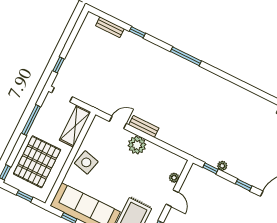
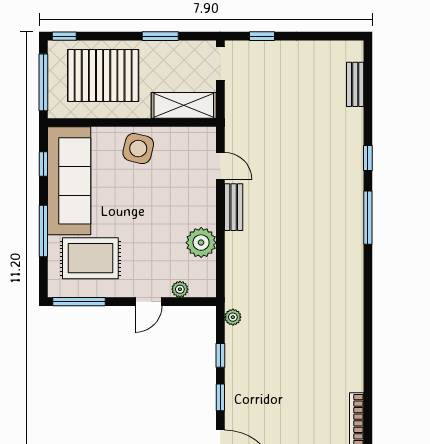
window: (137, 32) -> (368, 158), moved
window: (31, 120) -> (160, 36), width x0.69
plant: (137, 145) -> (201, 243), moved
plant: (222, 166) -> (233, 317), moved
window: (210, 168) -> (220, 355), moved
window: (25, 196) -> (43, 82), width x2.17

